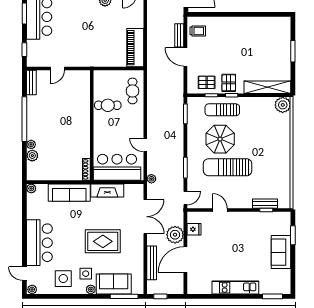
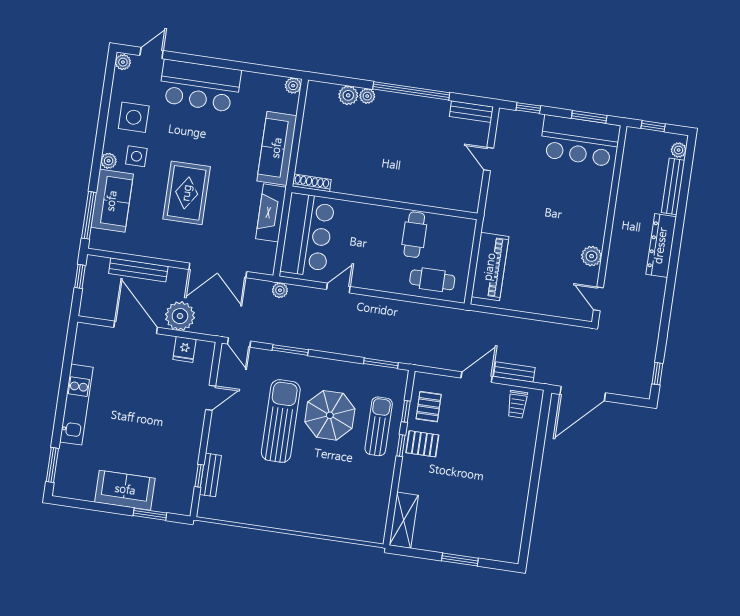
piano: (135, 48) -> (490, 267), moved, turned 90
shelving: (267, 87) -> (404, 520), width x0.68
plant: (283, 105) -> (372, 529), removed

